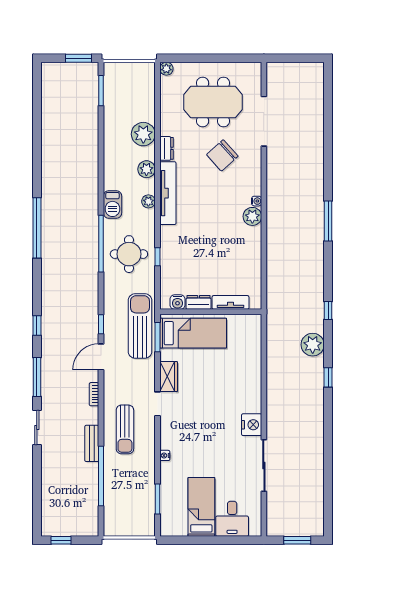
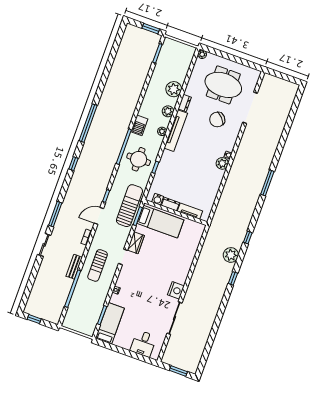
window: (37, 326) -> (73, 164), moved
bed: (201, 507) -> (110, 323), moved

